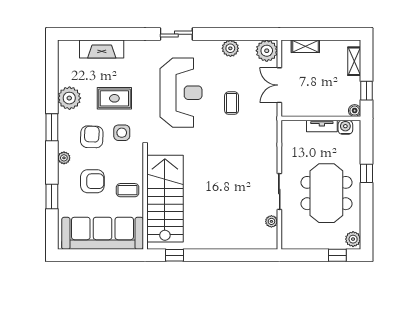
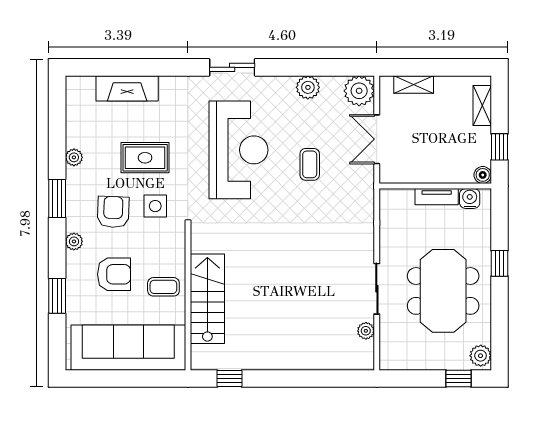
plant: (69, 98) -> (74, 157), width x0.53, depth x0.53
stairs: (165, 199) -> (207, 299), width x0.73, depth x0.66

